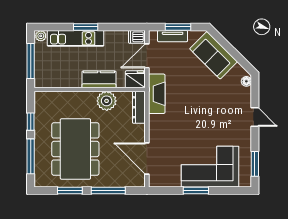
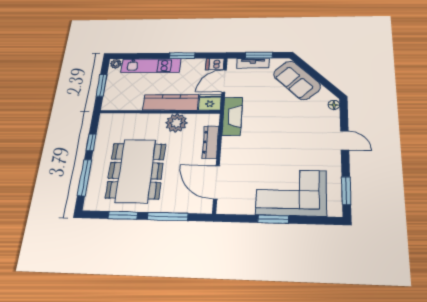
window: (86, 27) -> (182, 56), moved
window: (31, 61) -> (102, 86), width x0.69
kitchen counter: (99, 79) -> (171, 102), width x1.50
dresser: (139, 107) -> (210, 142), moved

